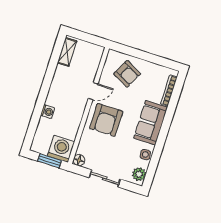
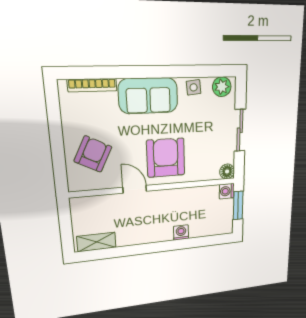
armchair: (106, 120) -> (166, 158), turned -90
washing machine: (61, 149) -> (227, 191), width x0.53, depth x0.53

